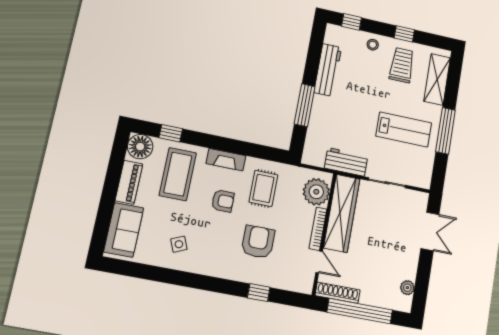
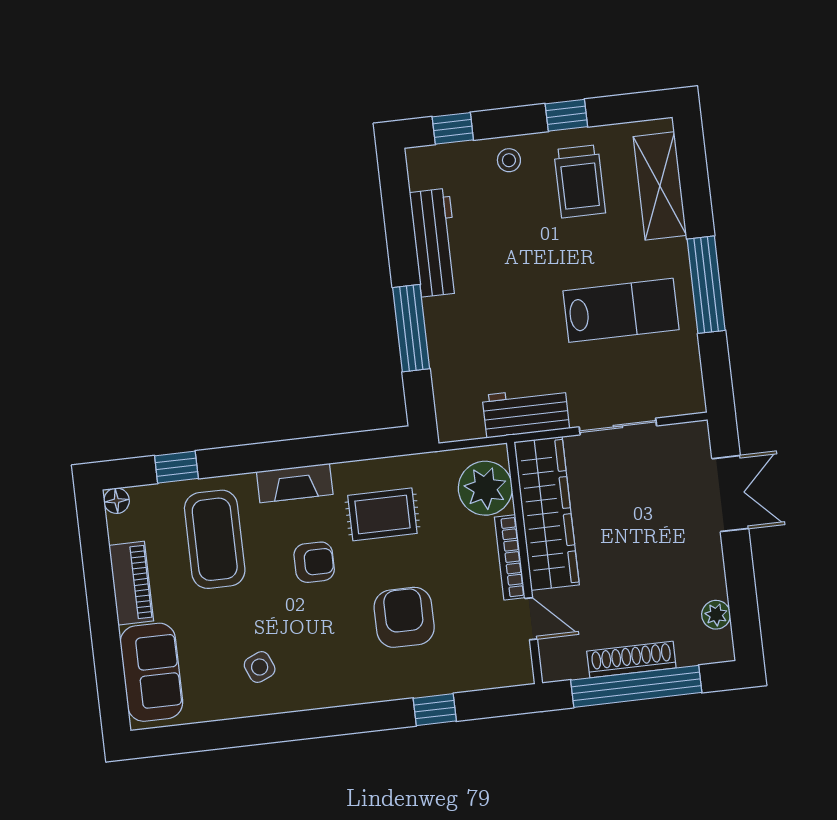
trolley: (402, 65) -> (580, 181), turned 180
floor lamp: (140, 147) -> (117, 501), width x0.53, depth x0.53
rug: (263, 188) -> (382, 514), turned 90
shoe rack: (338, 293) -> (631, 660), moved

